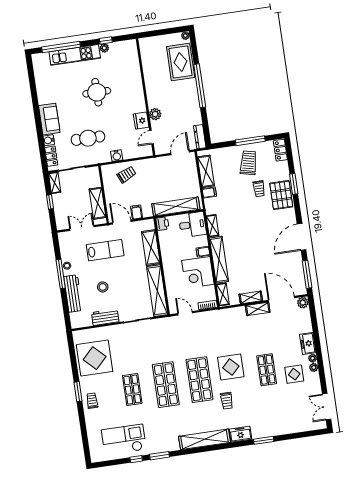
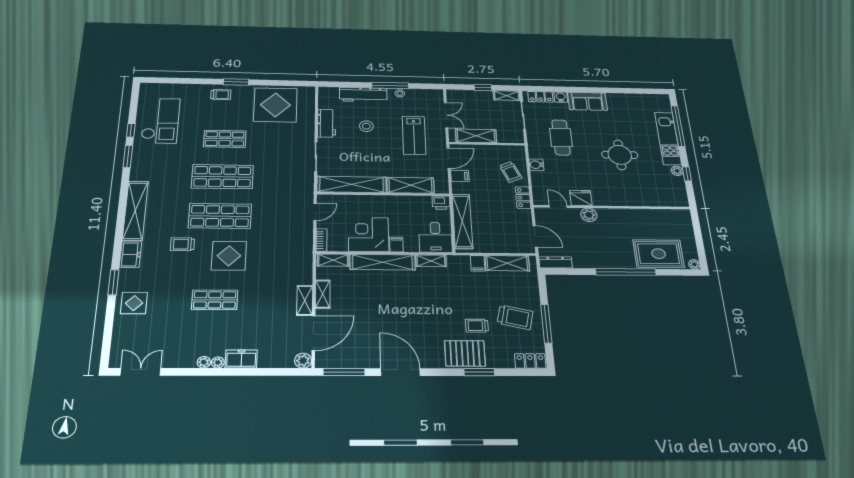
locker: (148, 164) -> (523, 198), added
display table: (294, 374) -> (134, 303), moved

